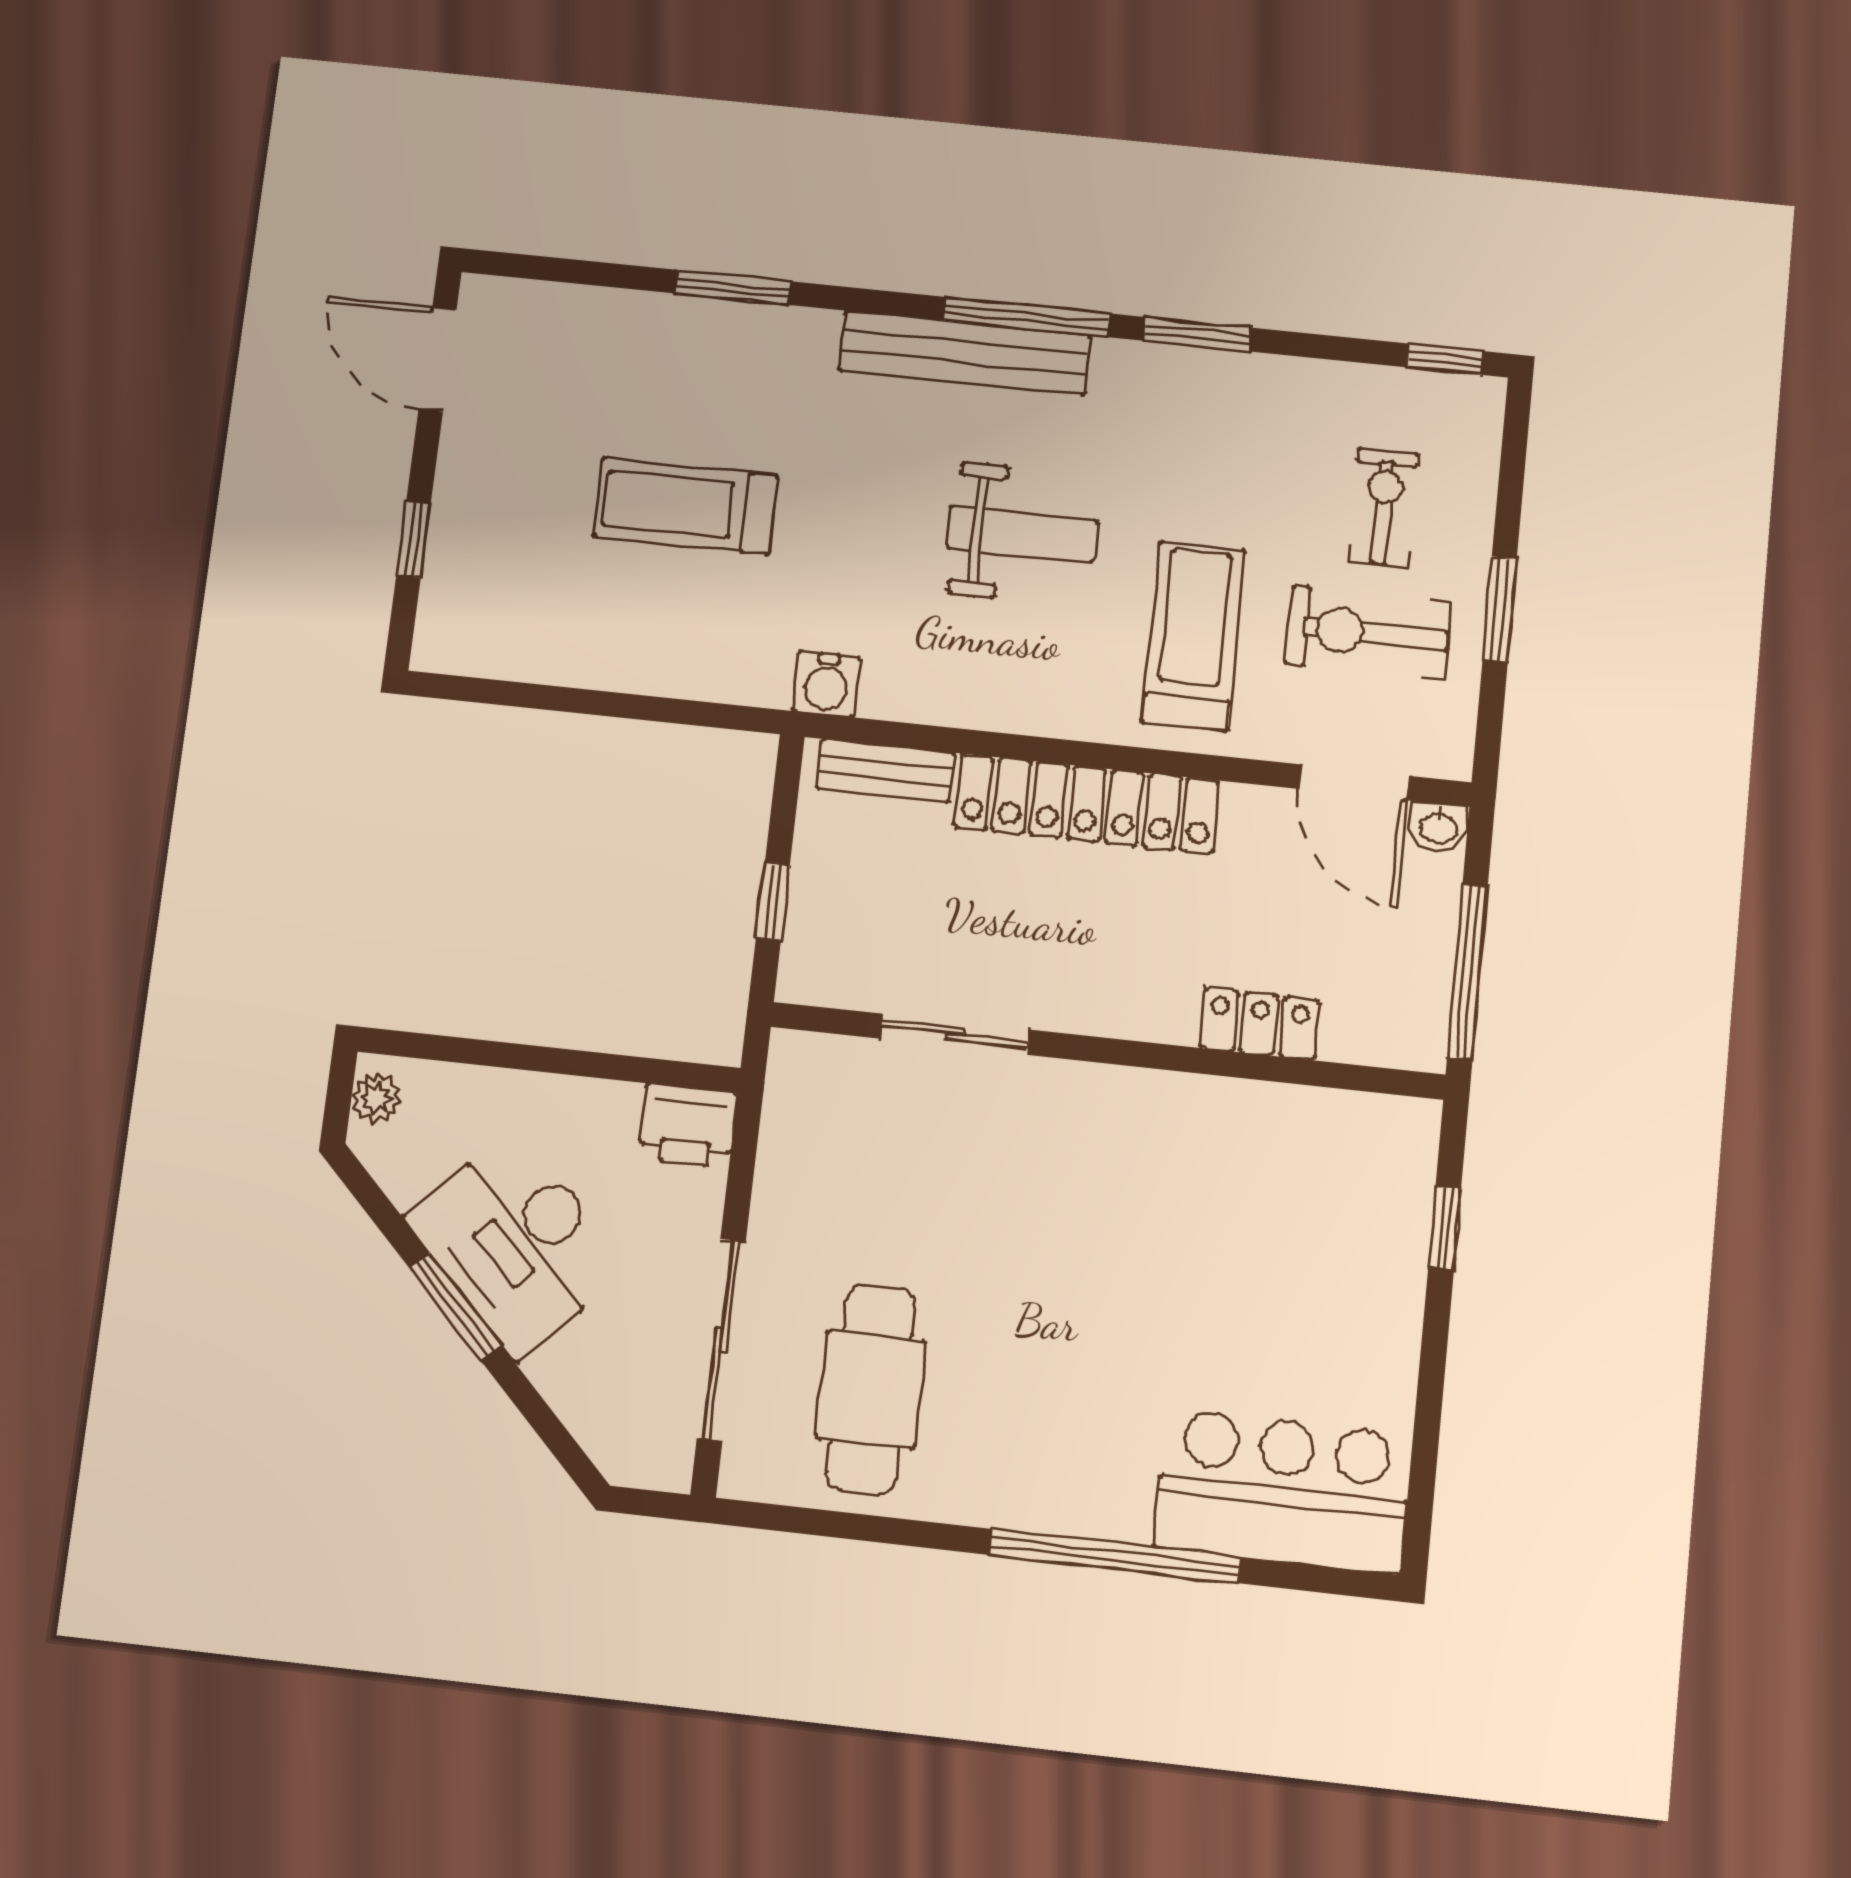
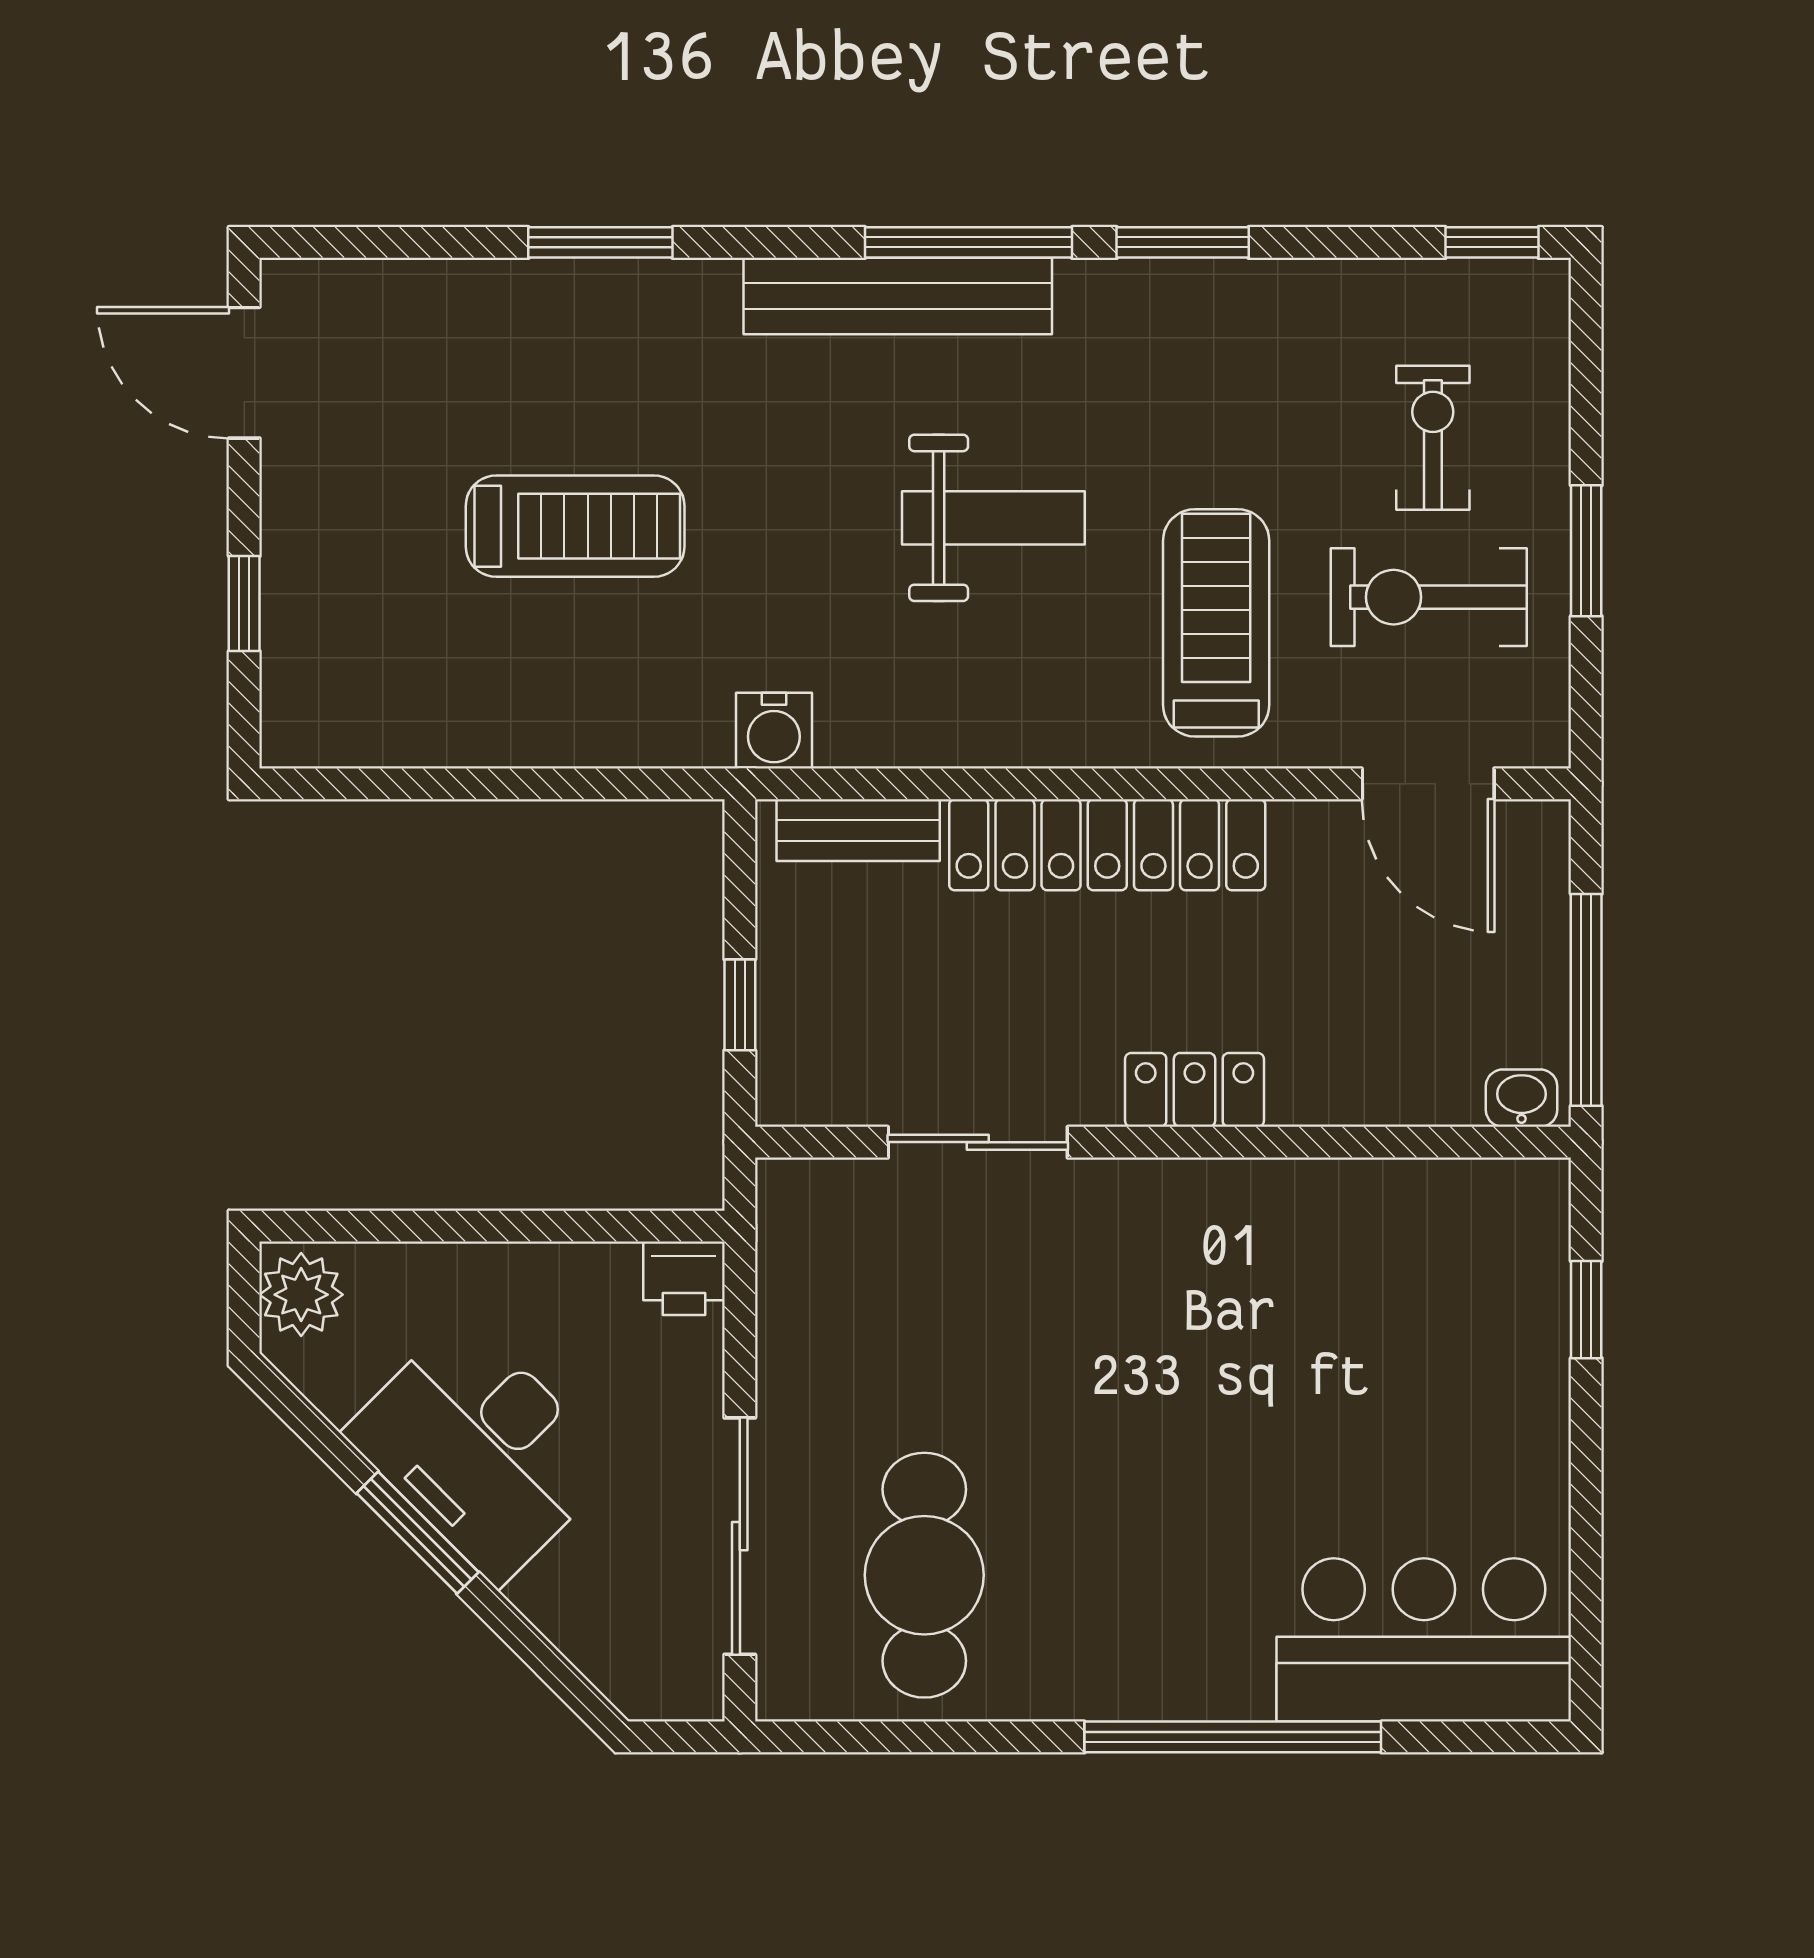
treadmill: (686, 506) -> (575, 526), turned 180
washbasin: (1438, 827) -> (1522, 1098), moved, turned 180
locker: (1259, 1024) -> (1195, 1090), moved
plant: (376, 1098) -> (301, 1295), width x1.38, depth x1.38
printer: (688, 1126) -> (684, 1278), width x0.73, depth x0.81

